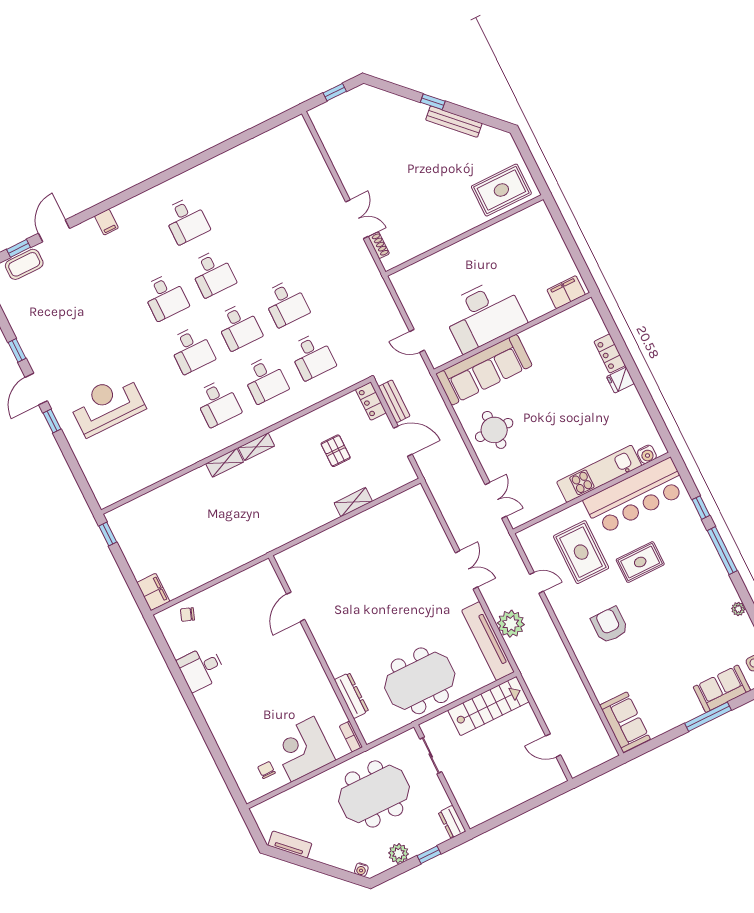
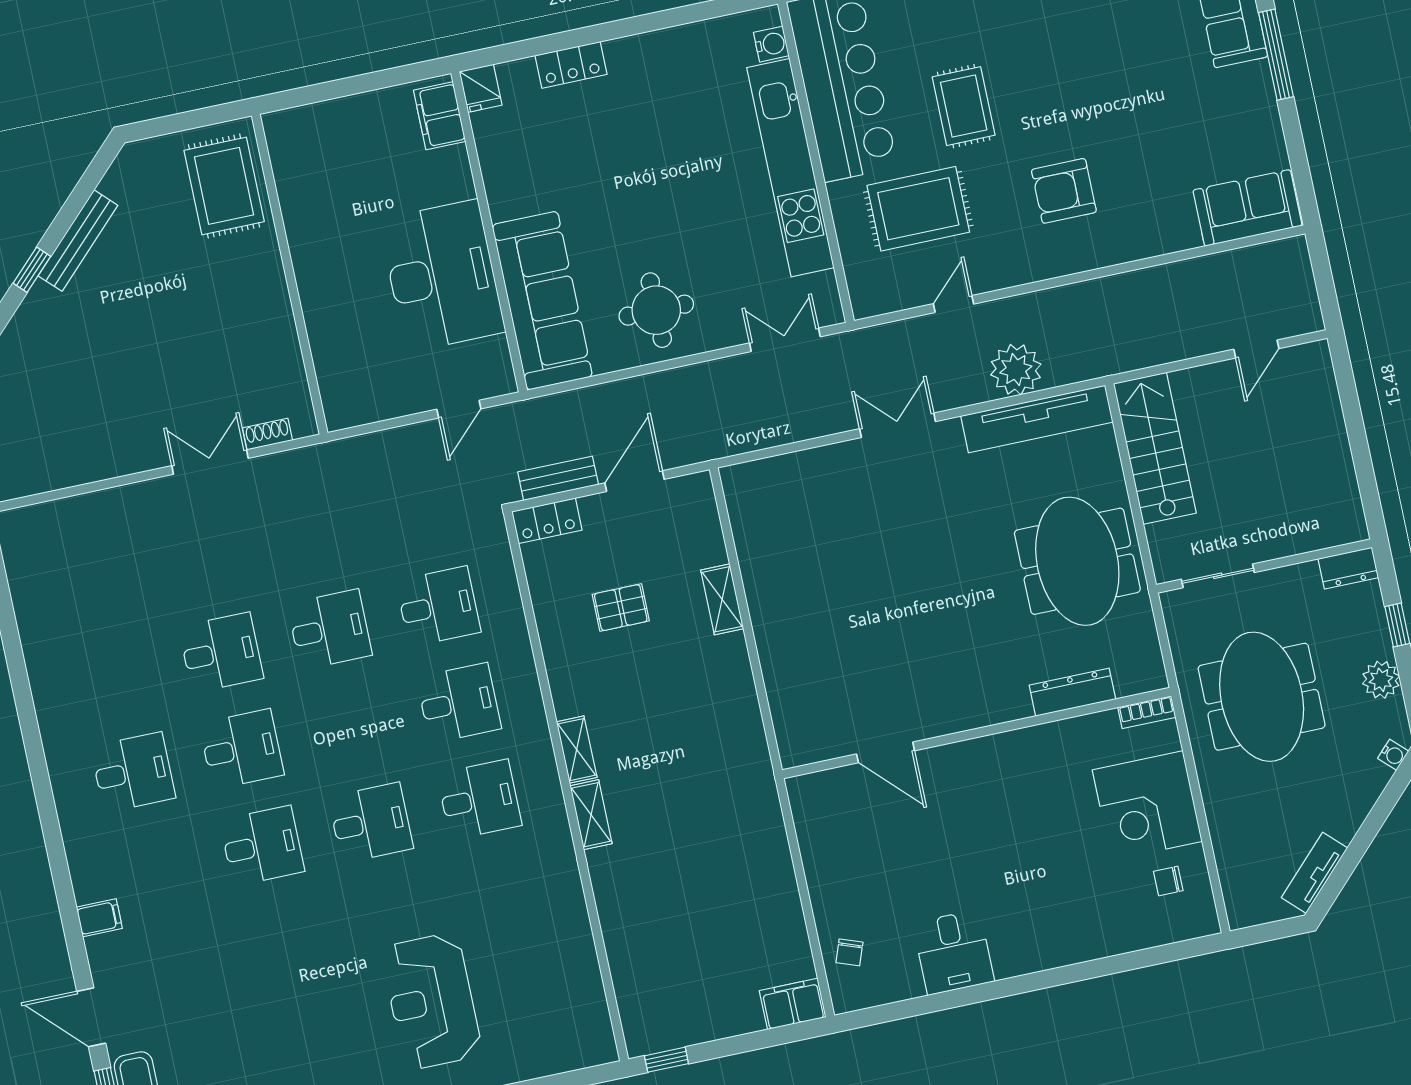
desk: (239, 326) -> (221, 653), moved
fridge: (620, 380) -> (481, 88), moved
kitchen unit: (599, 474) -> (790, 168), width x1.36

